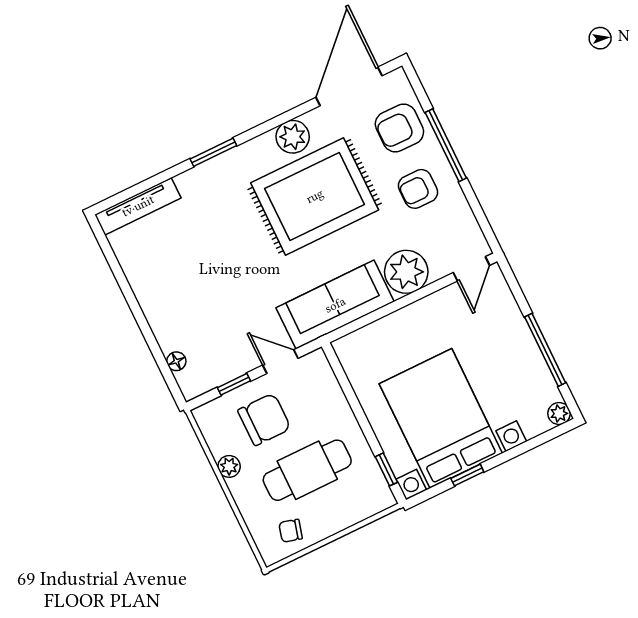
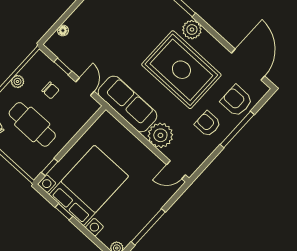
door: (349, 86) -> (248, 65), hinge flipped
plant: (293, 137) -> (192, 30), moved
chair: (264, 419) -> (50, 90), width x0.54, depth x0.54

